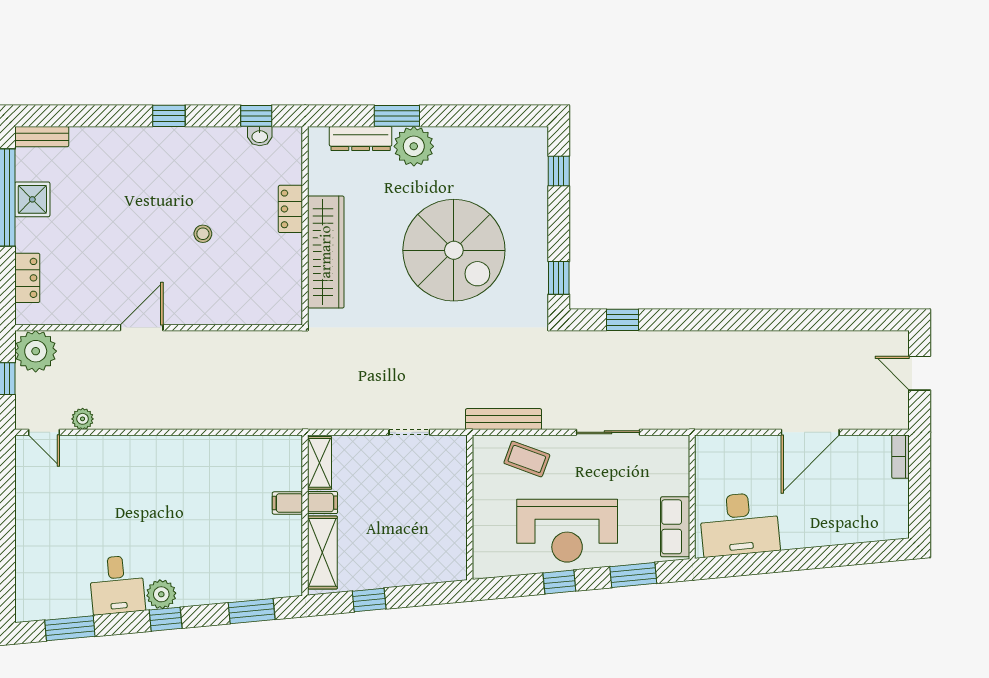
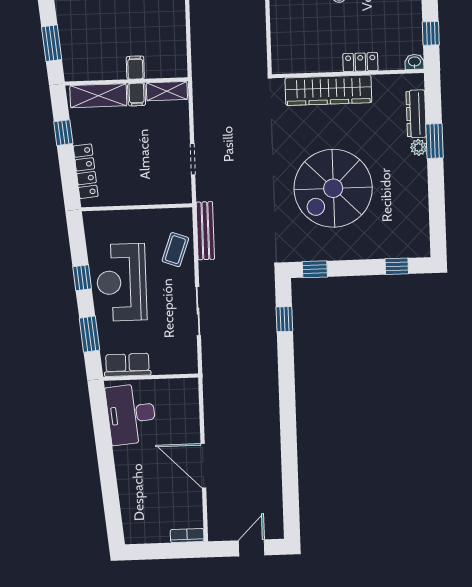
washbasin: (260, 136) -> (414, 62), moved, turned 90
plant: (414, 146) -> (419, 147), width x0.53, depth x0.53
locker: (420, 573) -> (86, 171), added

